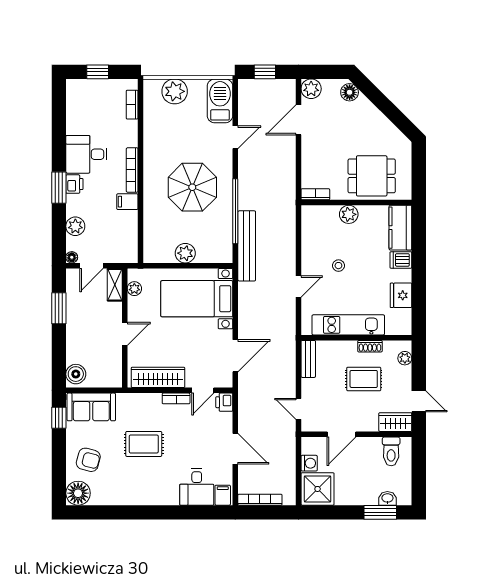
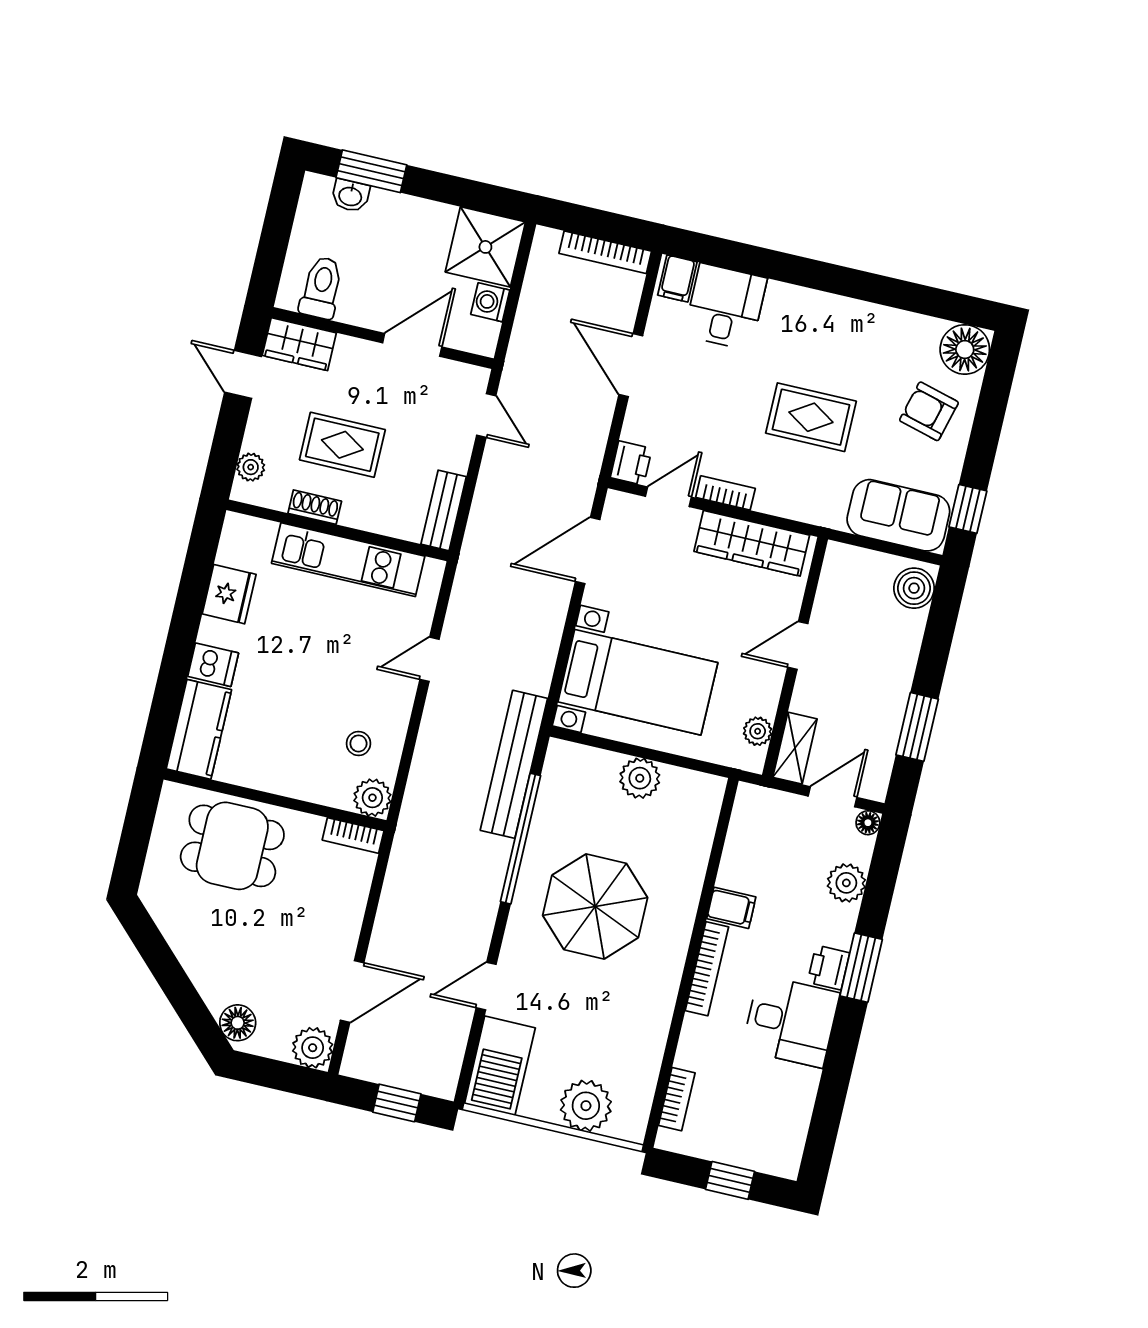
plant: (349, 214) -> (372, 798), moved
stool: (338, 266) -> (358, 743), moved

